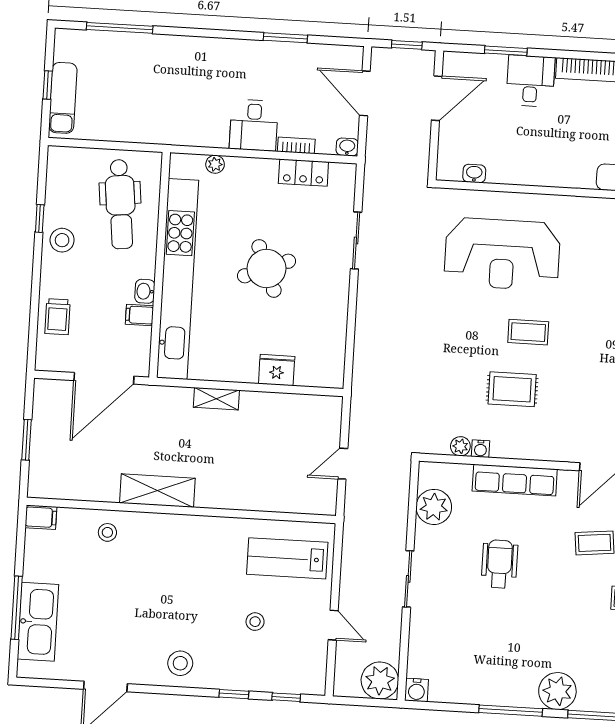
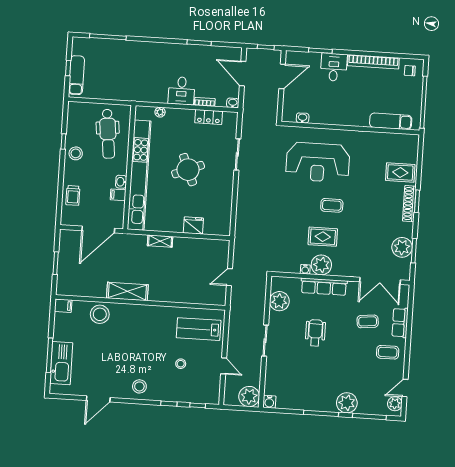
plant: (460, 446) -> (321, 265), moved, width x1.88, depth x1.88
stool: (107, 532) -> (100, 314), width x1.89, depth x1.89

